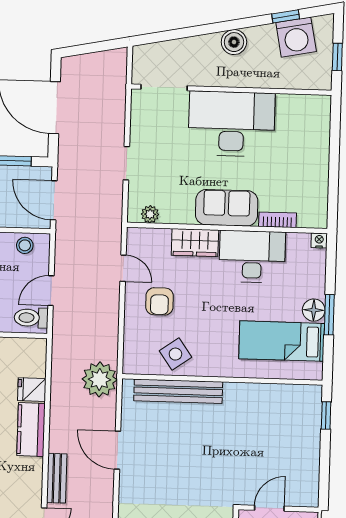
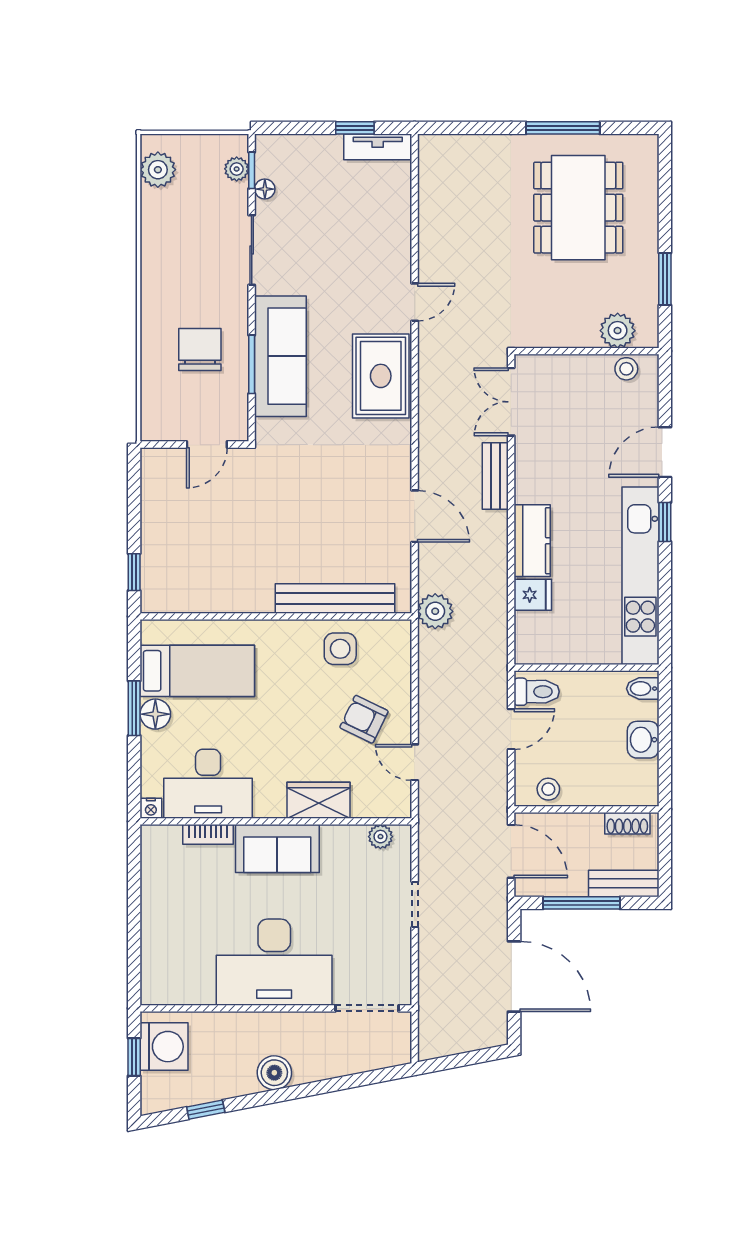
washing machine: (296, 37) -> (164, 1047), moved, turned 101
desk: (252, 257) -> (208, 784), moved
armchair: (159, 301) -> (364, 719), turned -64
side table: (175, 354) -> (340, 649), turned 35
plant: (100, 379) -> (435, 611), width x0.73, depth x0.73

